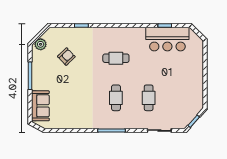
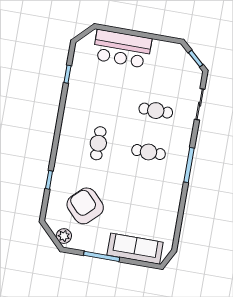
bar counter: (167, 39) -> (122, 49), moved, turned 90
armchair: (66, 57) -> (85, 206), width x1.88, depth x1.88
sofa: (40, 106) -> (135, 249), width x1.36

